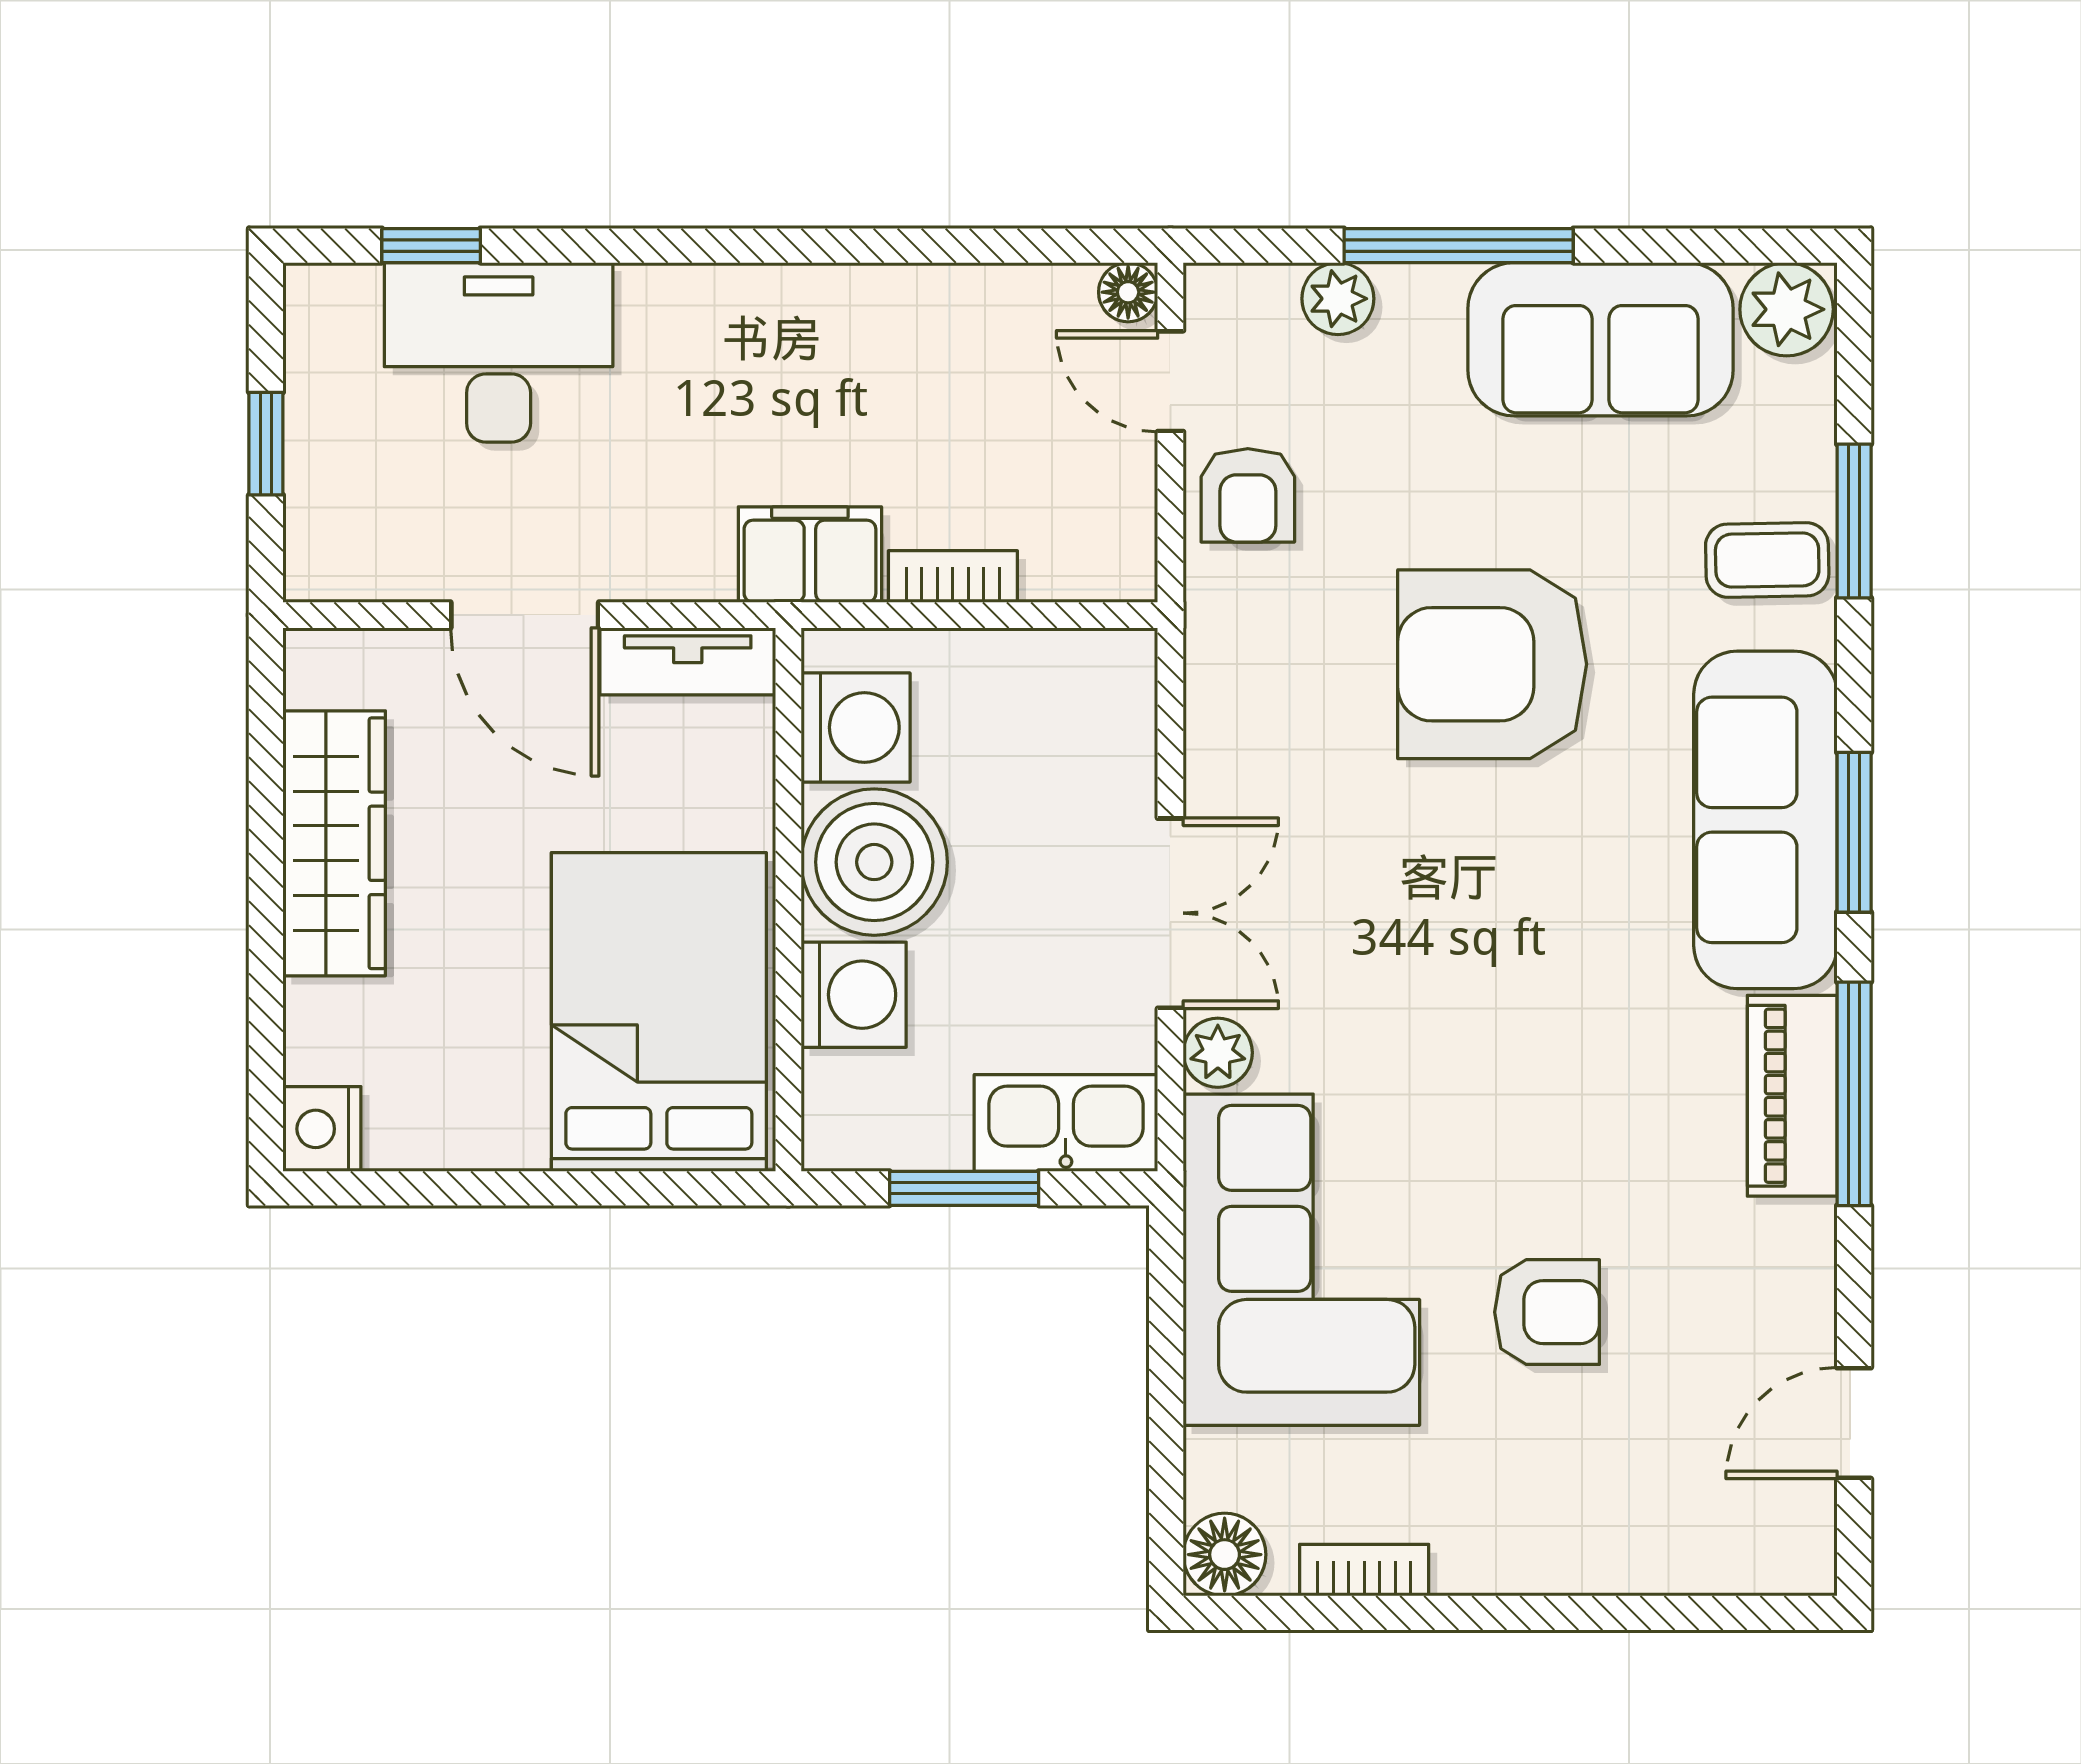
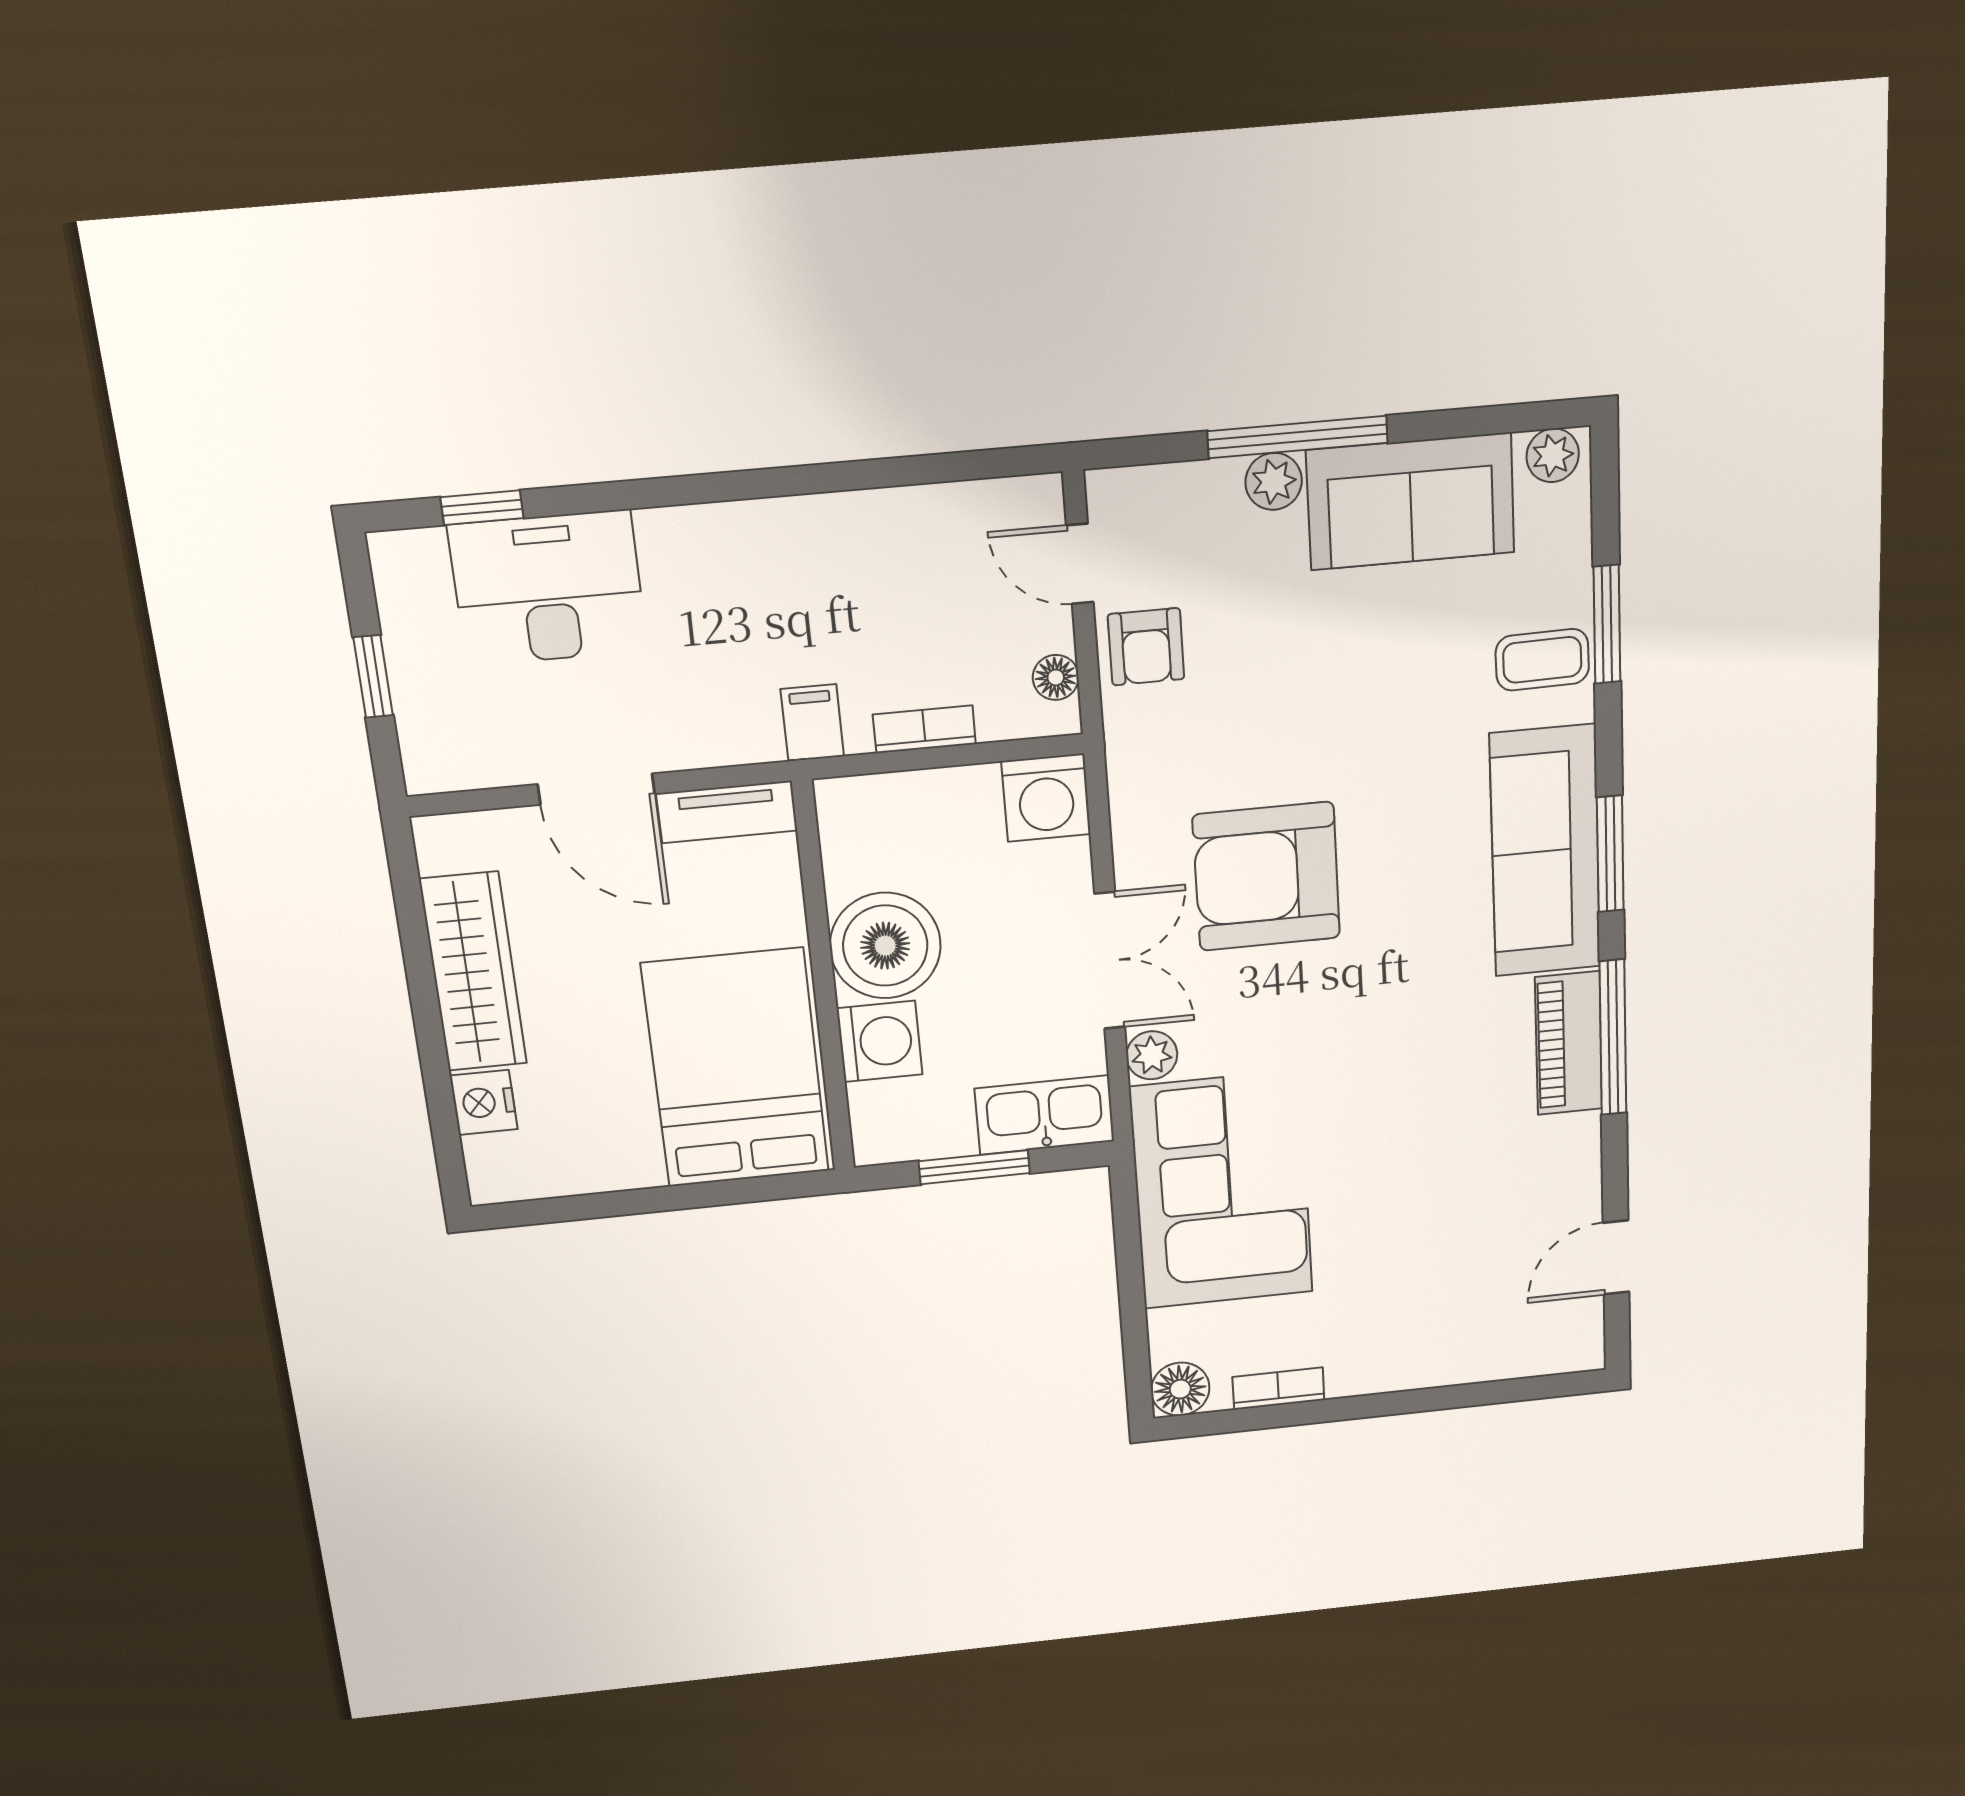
floor lamp: (1128, 292) -> (1056, 677), moved
plant: (1338, 299) -> (1274, 481), moved
plant: (1787, 309) -> (1553, 455), width x0.73, depth x0.73
filing cabinet: (810, 555) -> (812, 723), width x0.50
armchair: (1492, 664) -> (1266, 876), moved
washing machine: (856, 727) -> (1046, 798), moved, turned 90
nightstand: (322, 1129) -> (484, 1102), moved
armchair: (1547, 1312) -> (1399, 1207), removed

